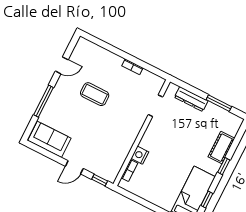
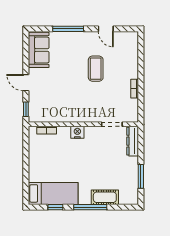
dresser: (191, 99) -> (133, 141), moved
nightstand: (140, 155) -> (77, 132), moved
window: (224, 166) -> (90, 207), width x2.17

